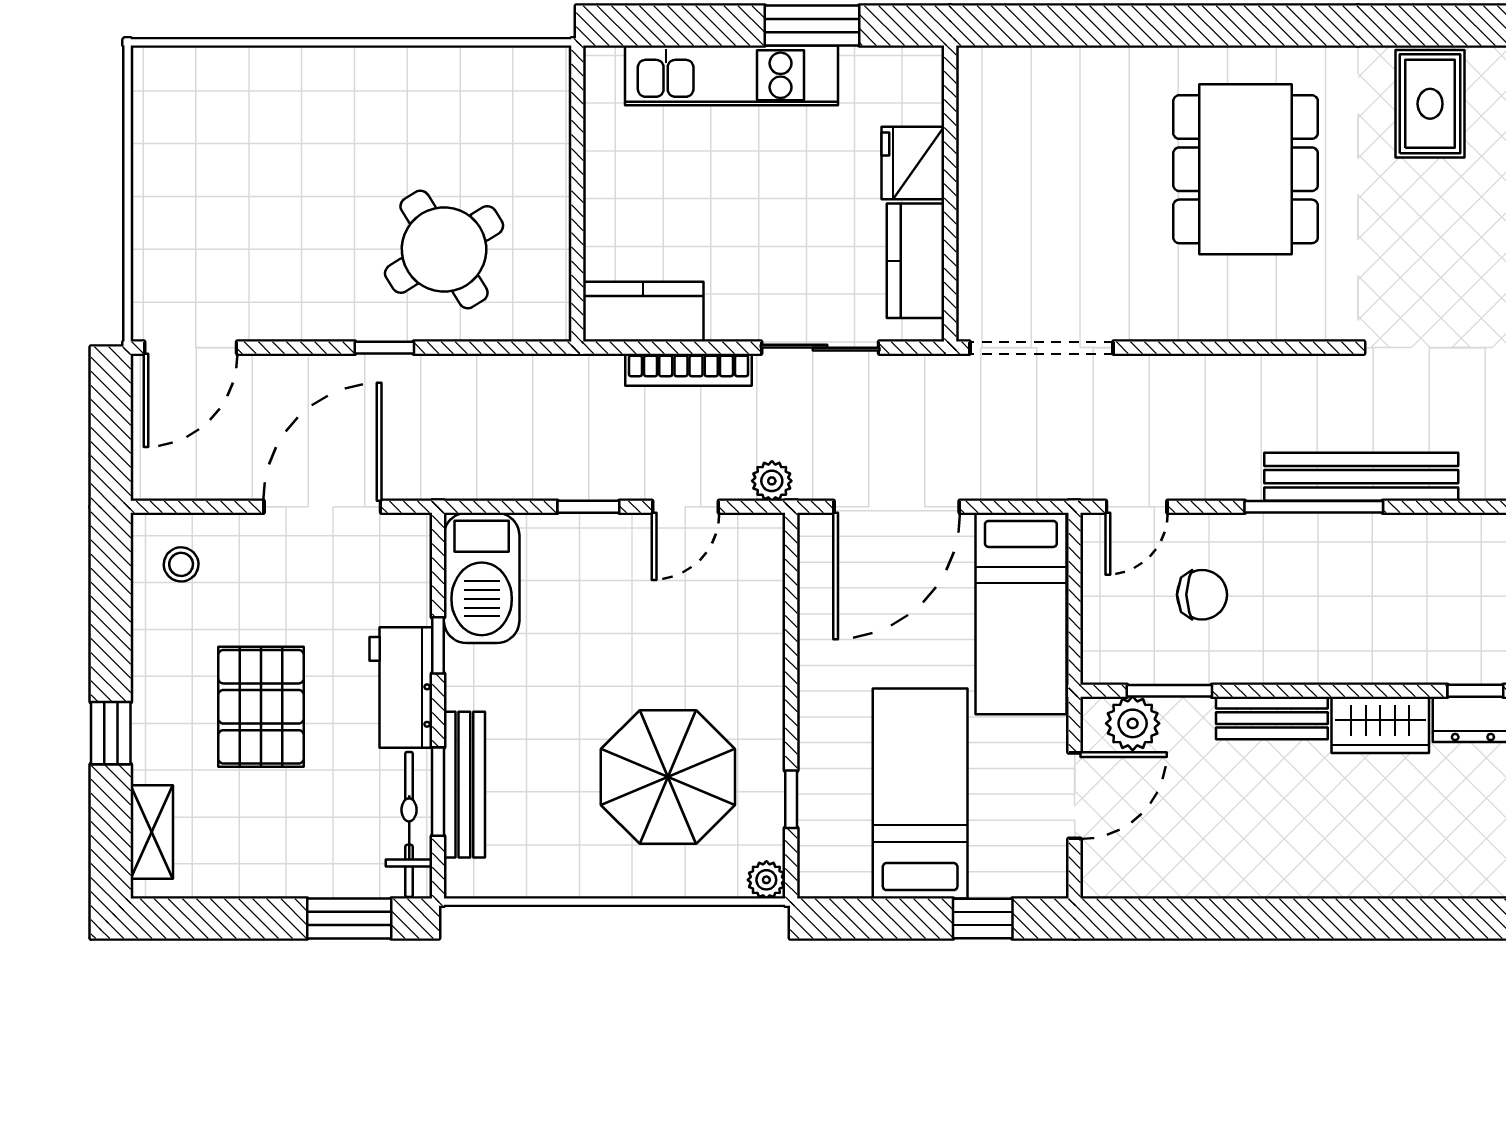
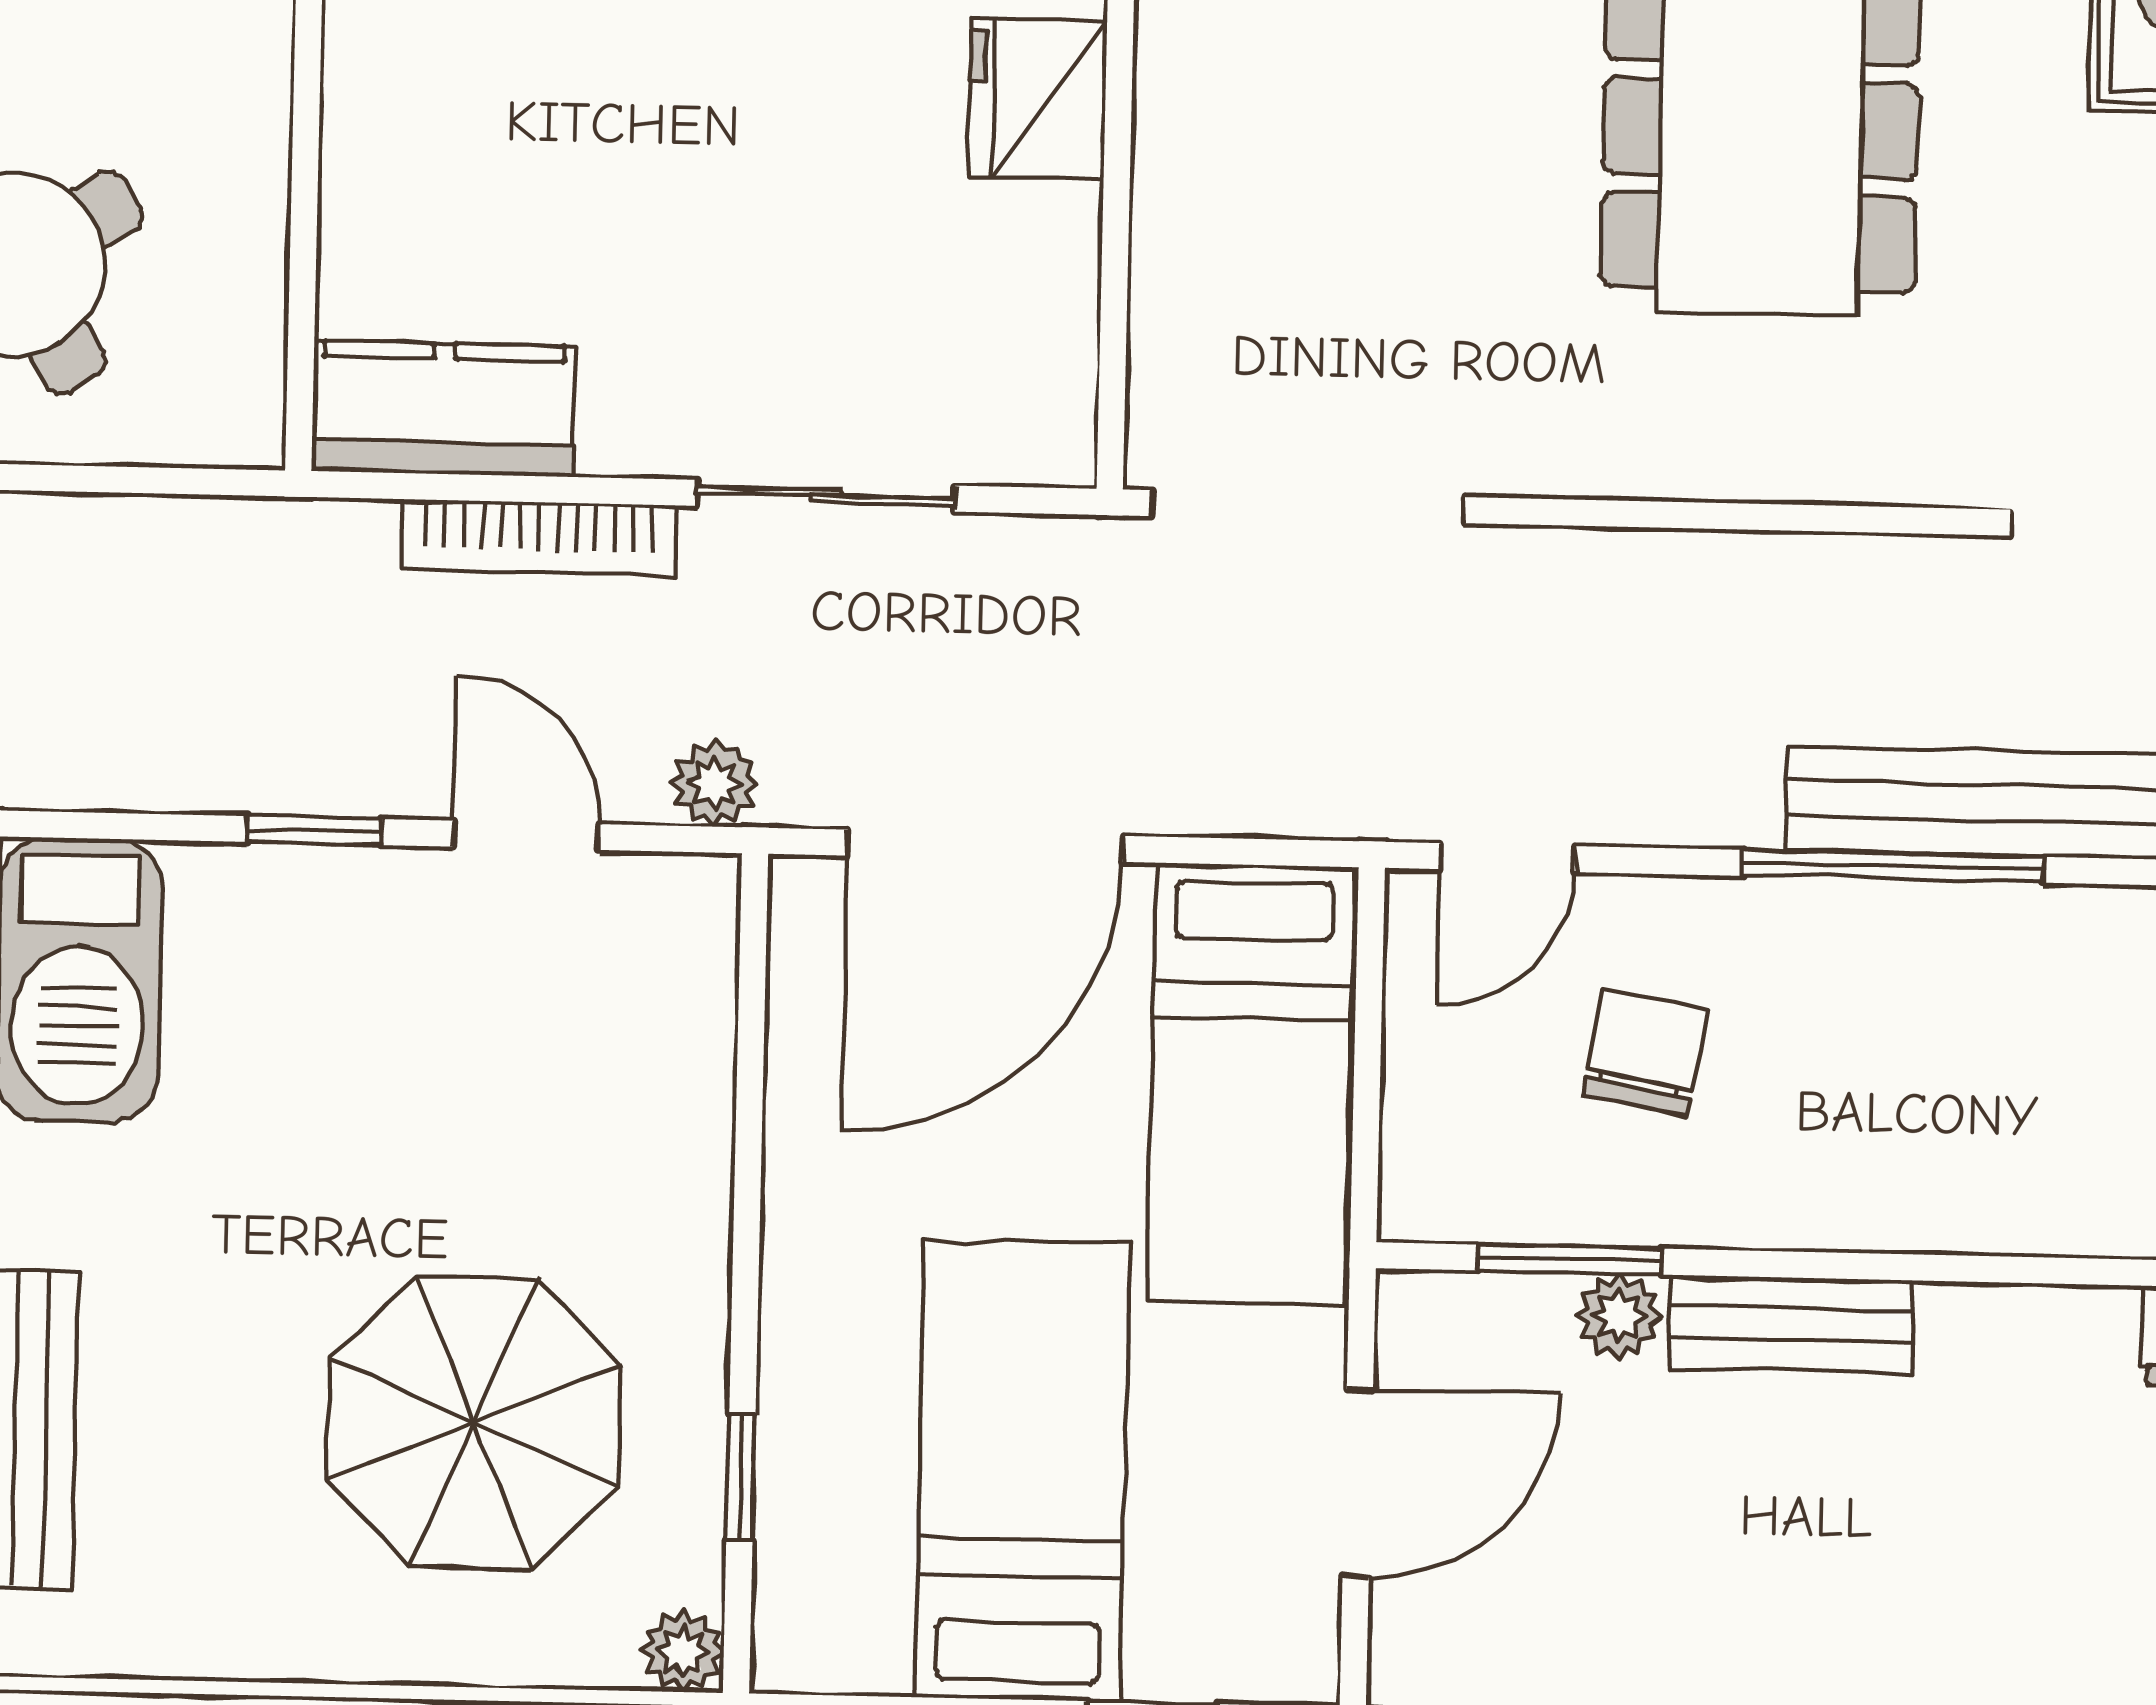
kitchen counter: (916, 261) -> (1038, 311), removed
door: (686, 507) -> (526, 835), swing flipped
chair: (1202, 595) -> (1645, 1052), turned -80
plant: (1133, 723) -> (1619, 1316), moved, width x0.73, depth x0.73
wardrobe: (1380, 725) -> (2027, 1344), removed

